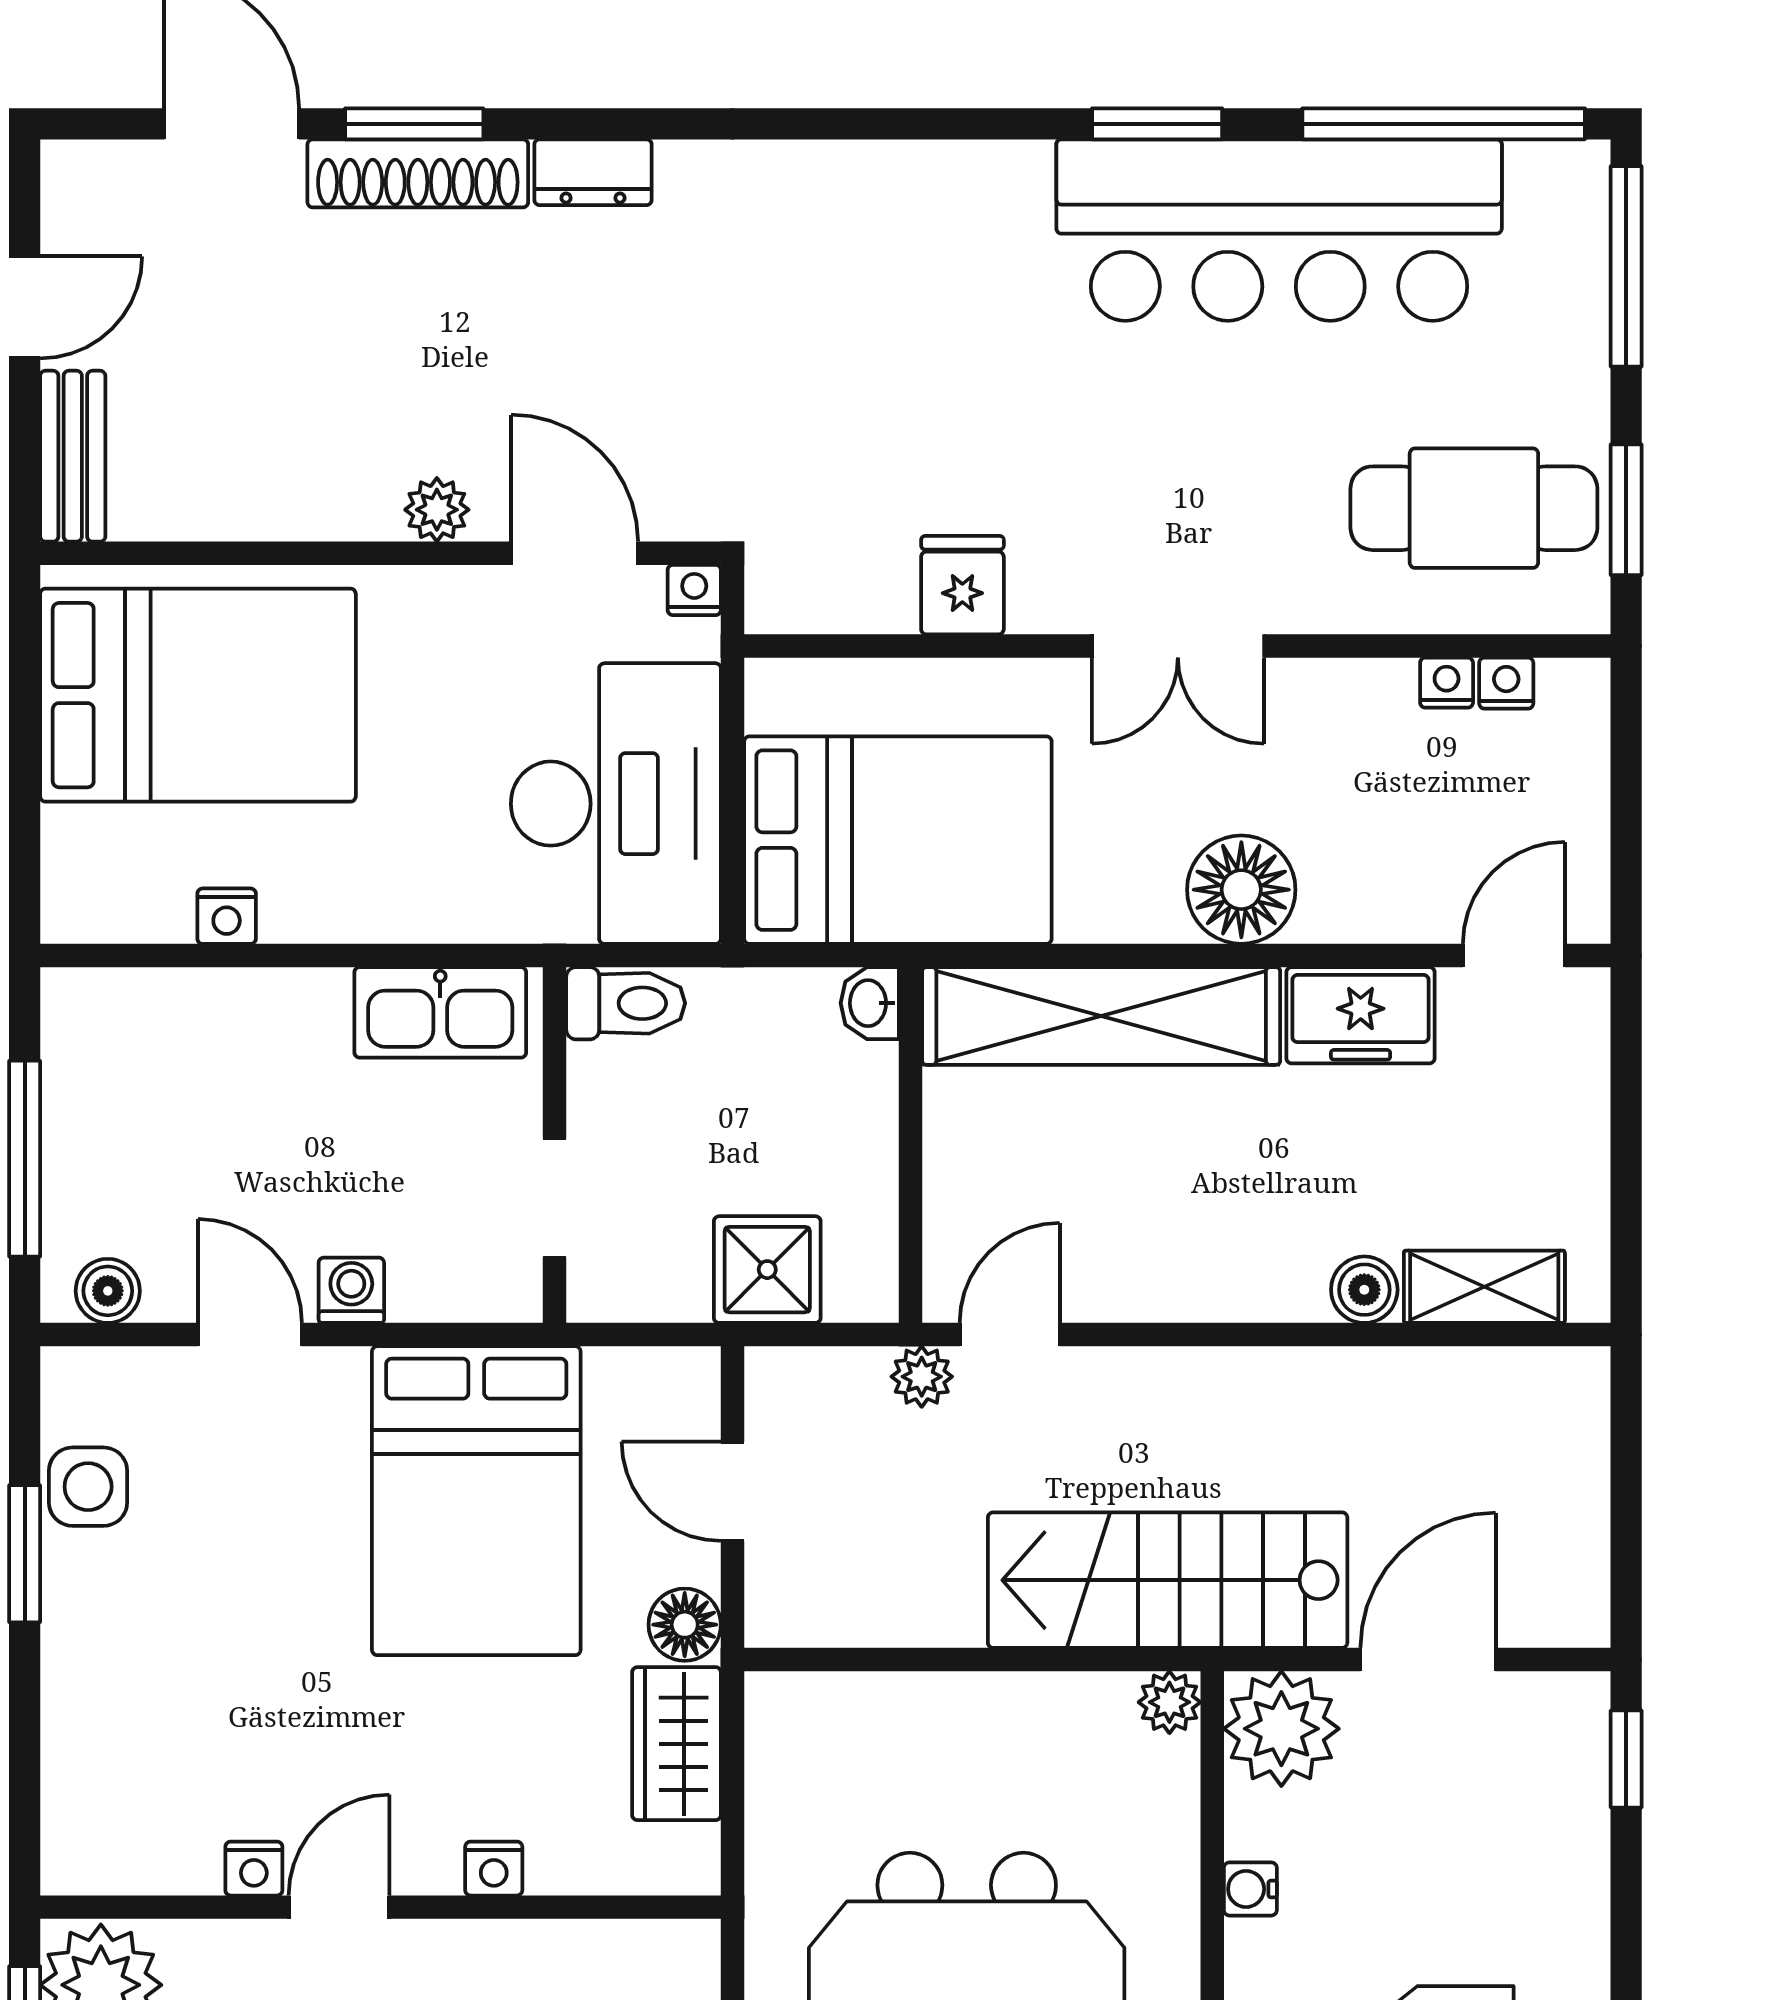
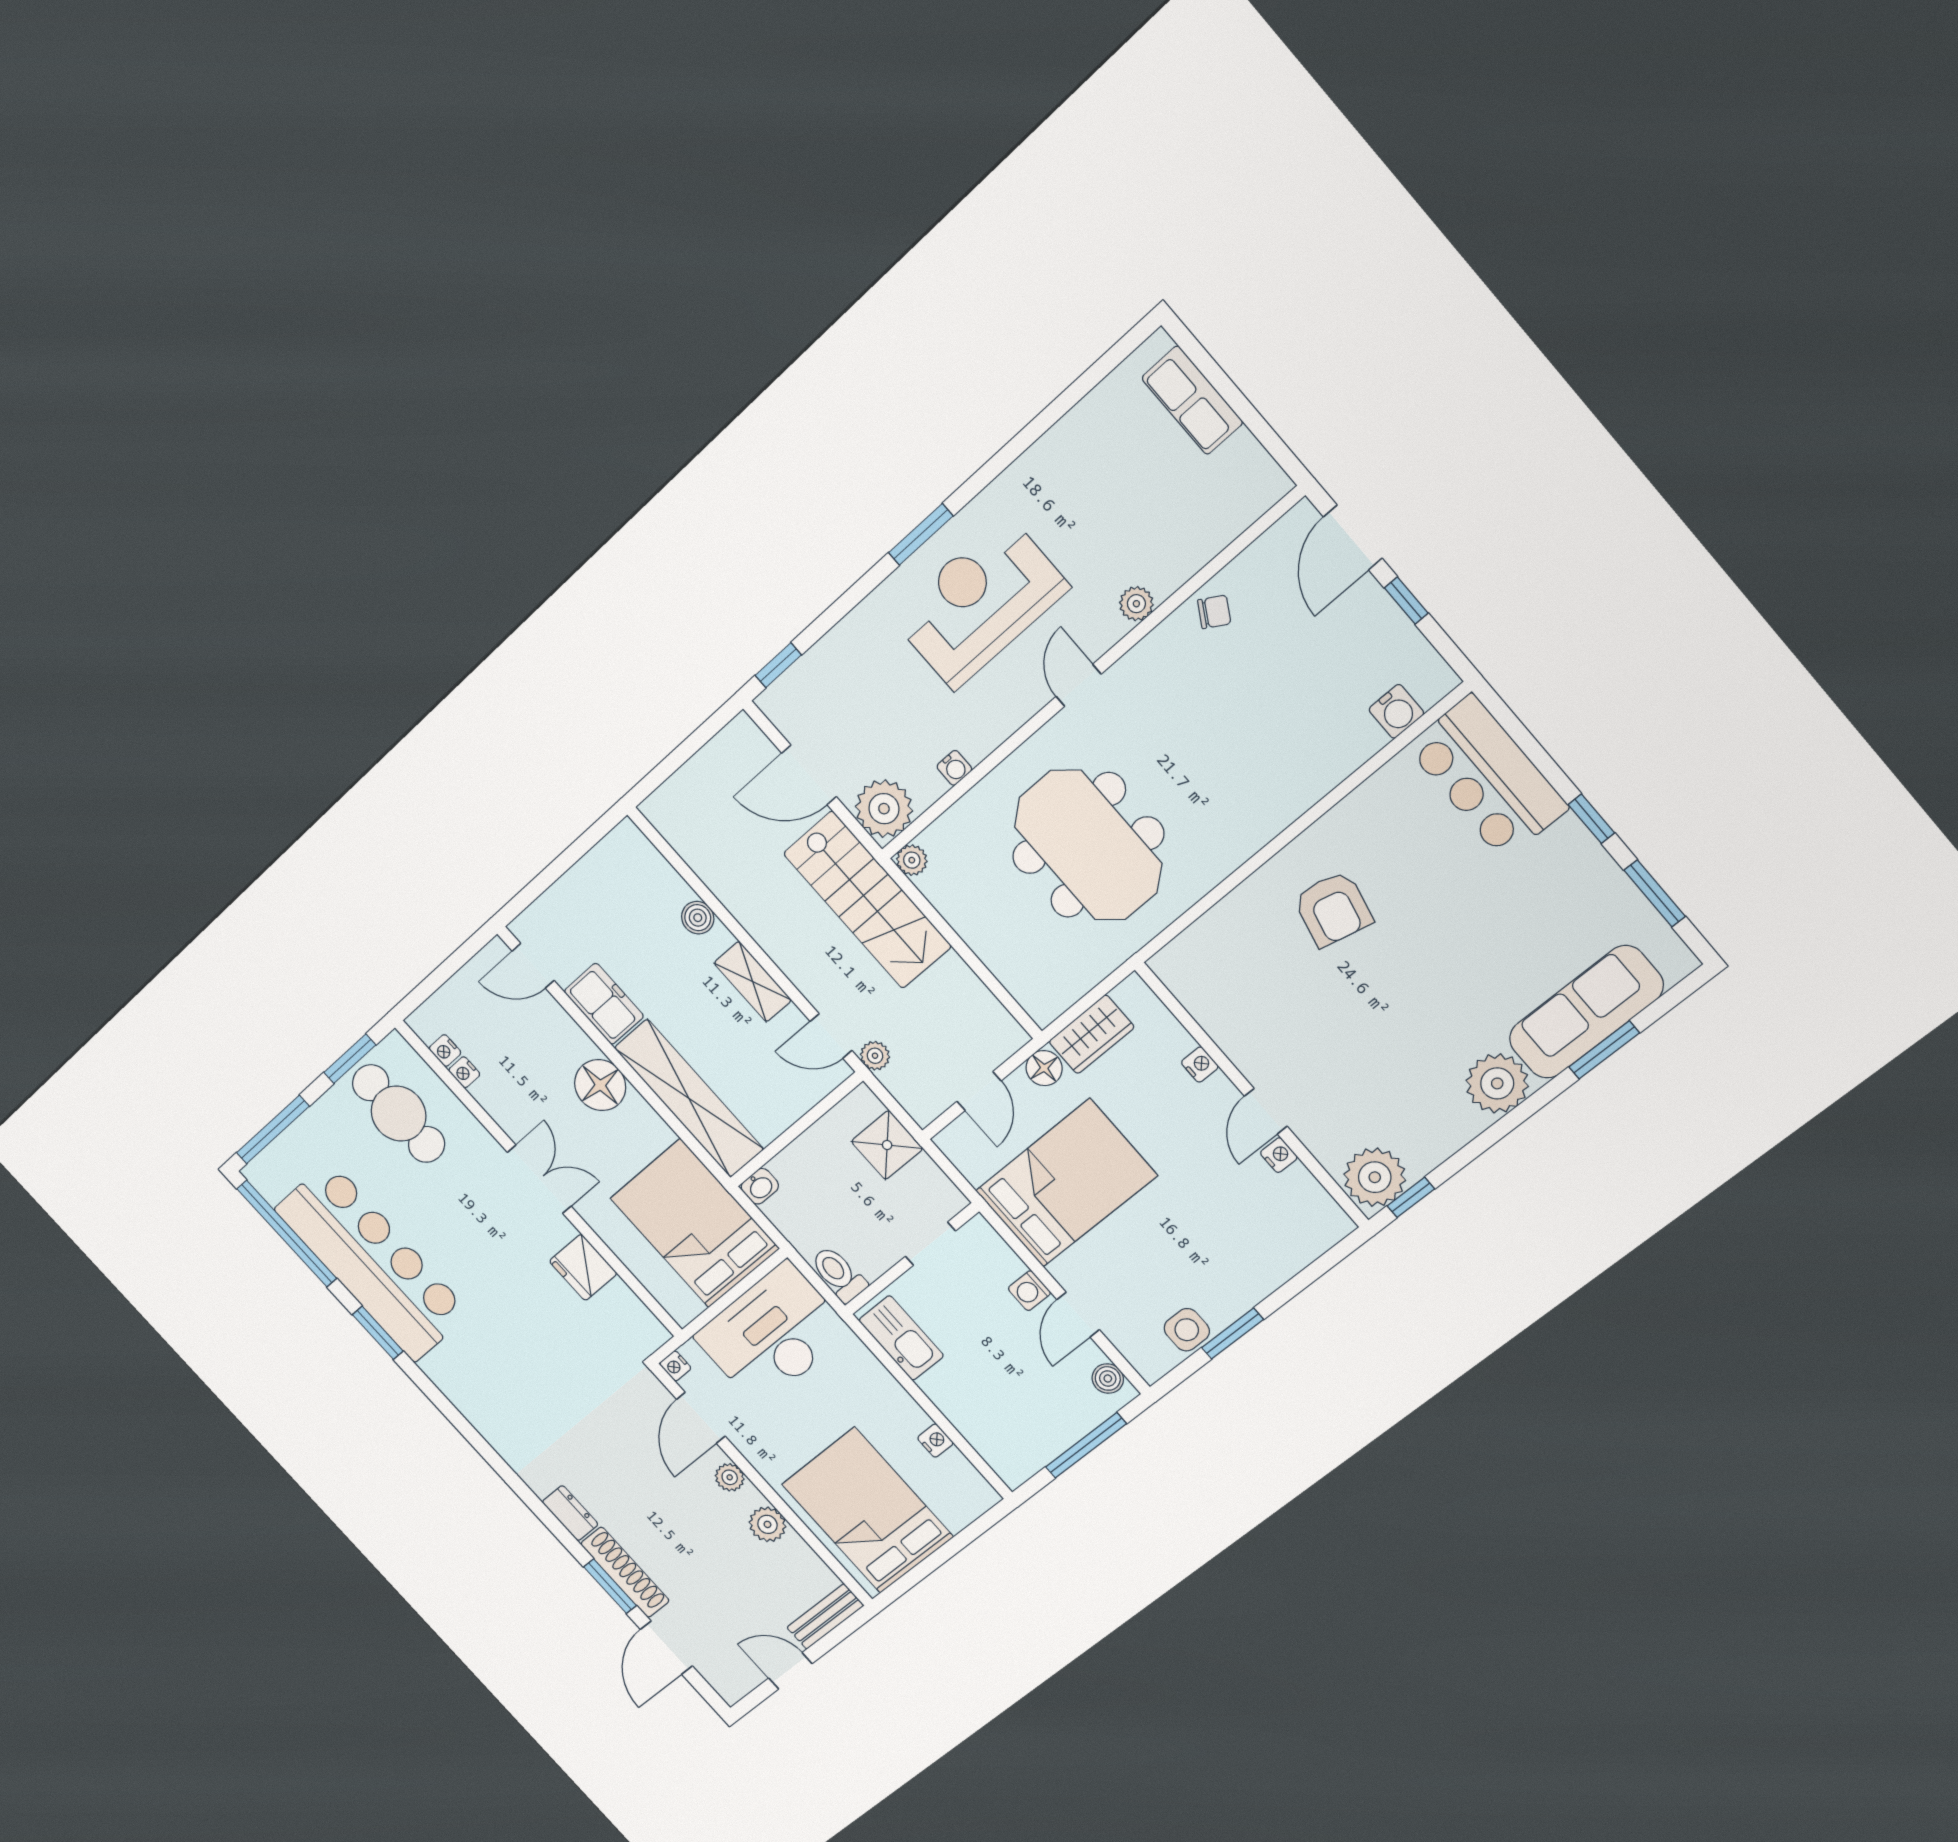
plant: (307, 501) -> (767, 1524), added
fridge: (962, 585) -> (583, 1267), width x1.38
shelving: (1484, 1287) -> (753, 982), moved
door: (339, 1907) -> (1266, 1111), hinge flipped

